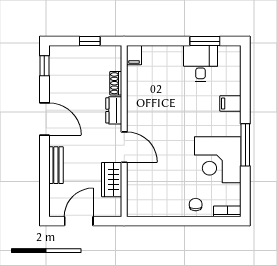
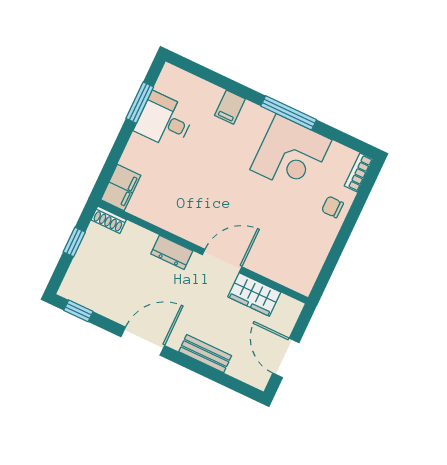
filing cabinet: (134, 55) -> (121, 188), width x2.00
shoe rack: (116, 83) -> (109, 220), moved

